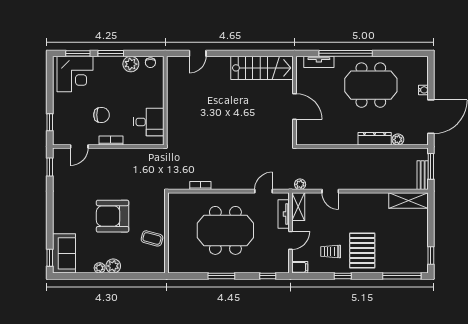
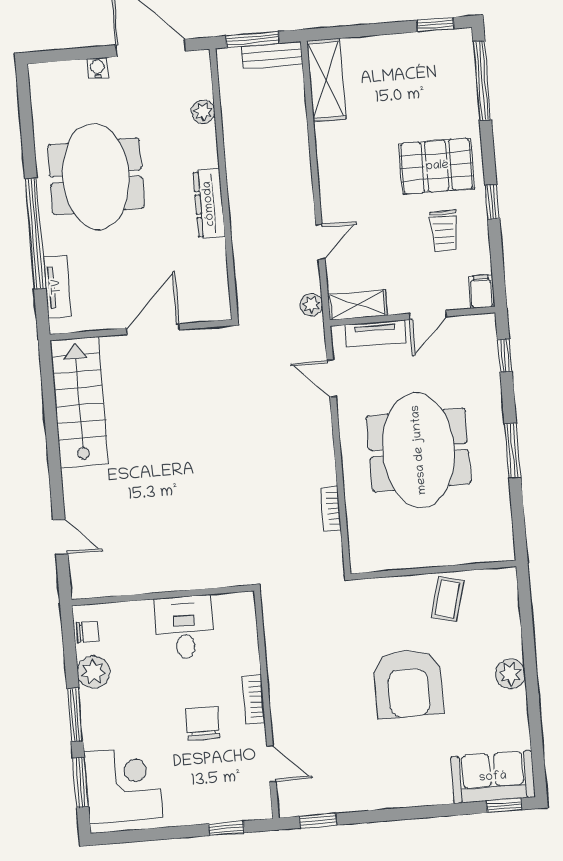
desk: (149, 122) -> (184, 627), moved
dresser: (375, 139) -> (209, 204), moved
door: (290, 240) -> (428, 315), swing flipped
plant: (100, 268) -> (516, 702), removed

